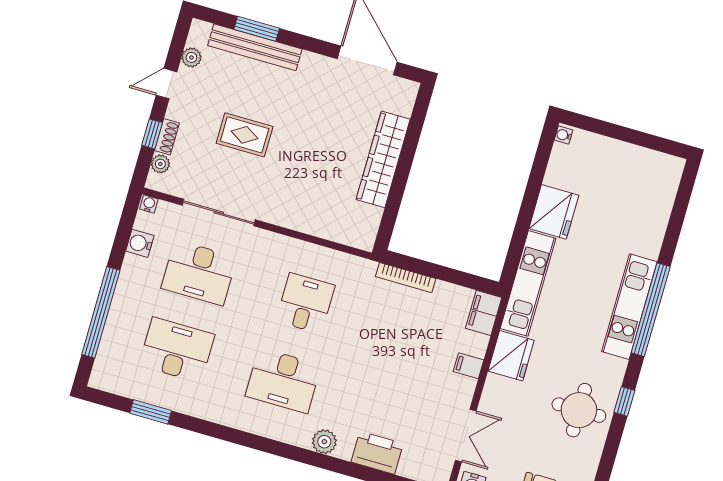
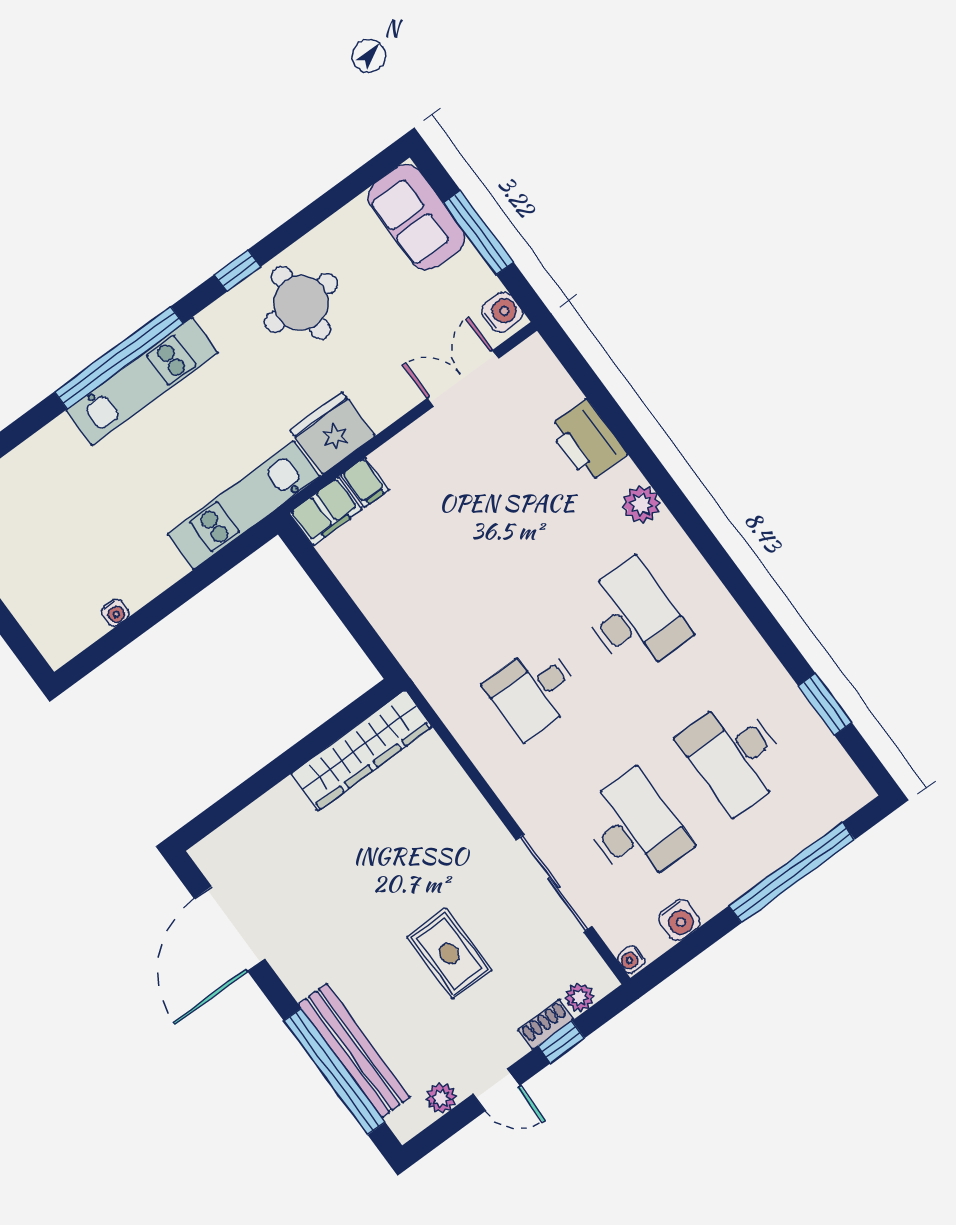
window: (257, 29) -> (334, 1072), width x2.11
water cooler: (563, 135) -> (115, 613), moved
wardrobe: (383, 159) -> (362, 750), moved
fridge: (554, 212) -> (145, 568), removed
bookcase: (406, 278) -> (387, 628), removed
filing cabinet: (468, 366) -> (365, 482), moved

